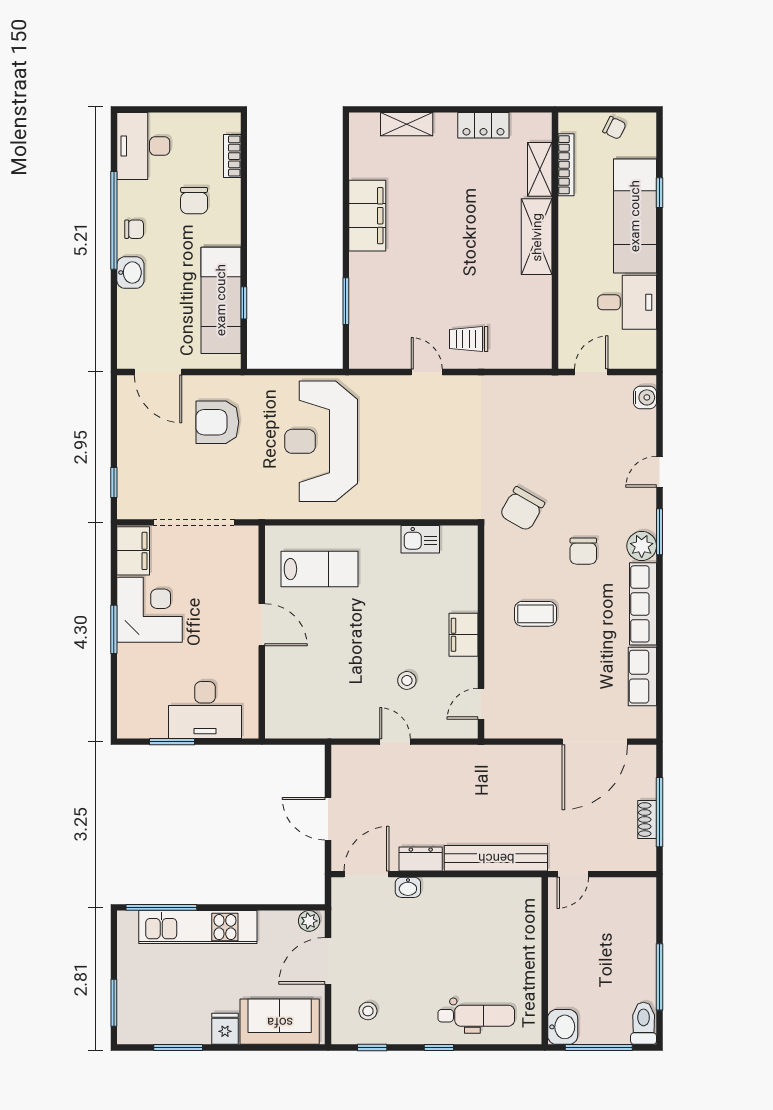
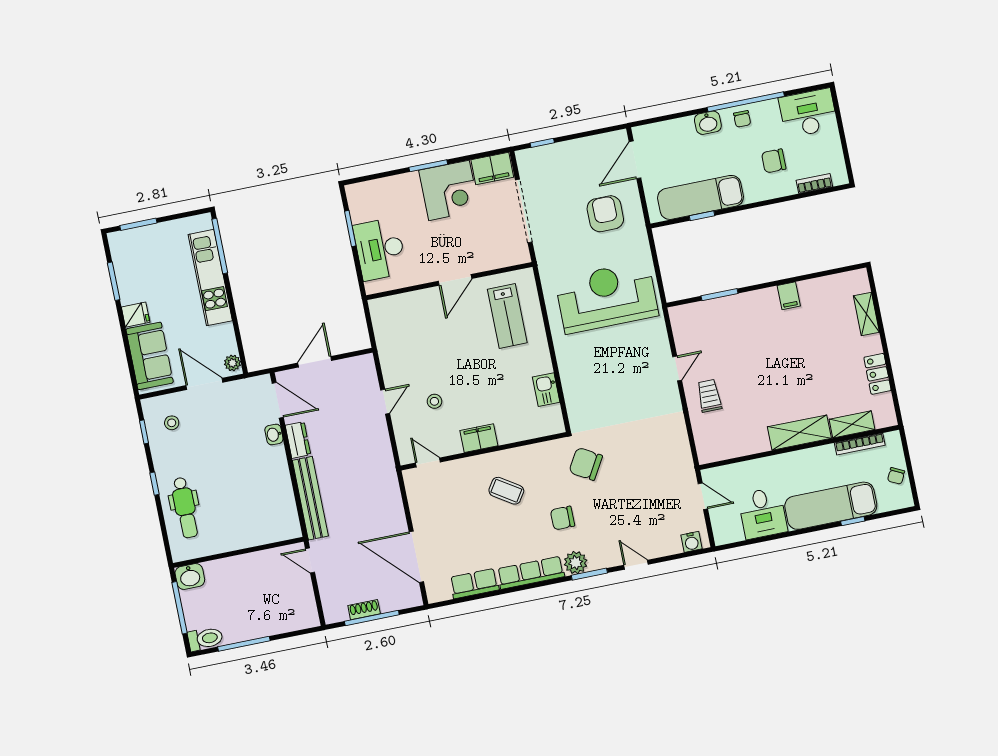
filing cabinet: (367, 216) -> (789, 296), width x0.33, depth x0.86
coffee table: (536, 614) -> (506, 491), turned -57

